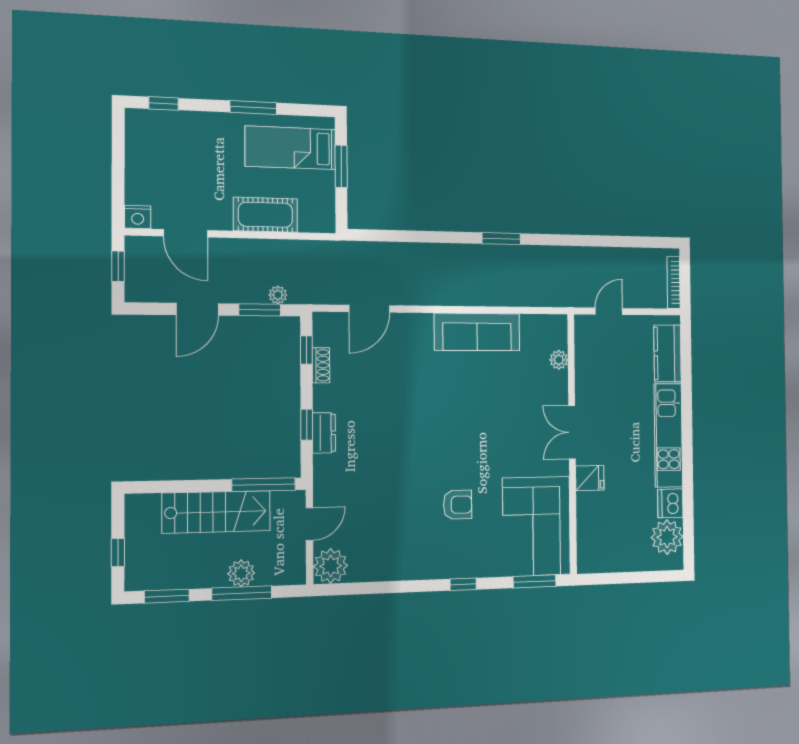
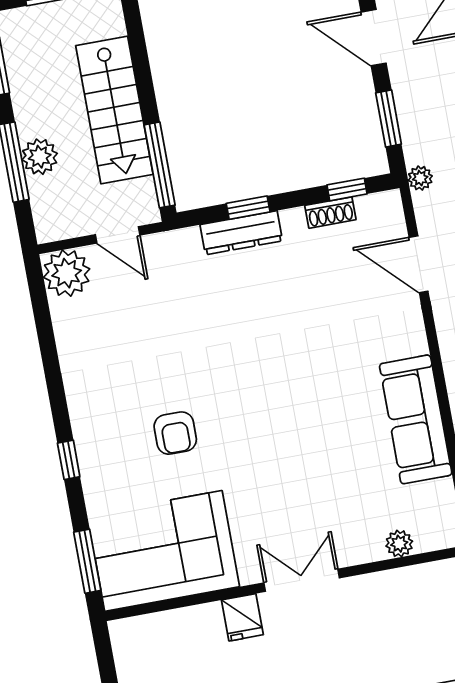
plant: (278, 295) -> (420, 178), moved
dresser: (324, 433) -> (241, 233), width x1.44

